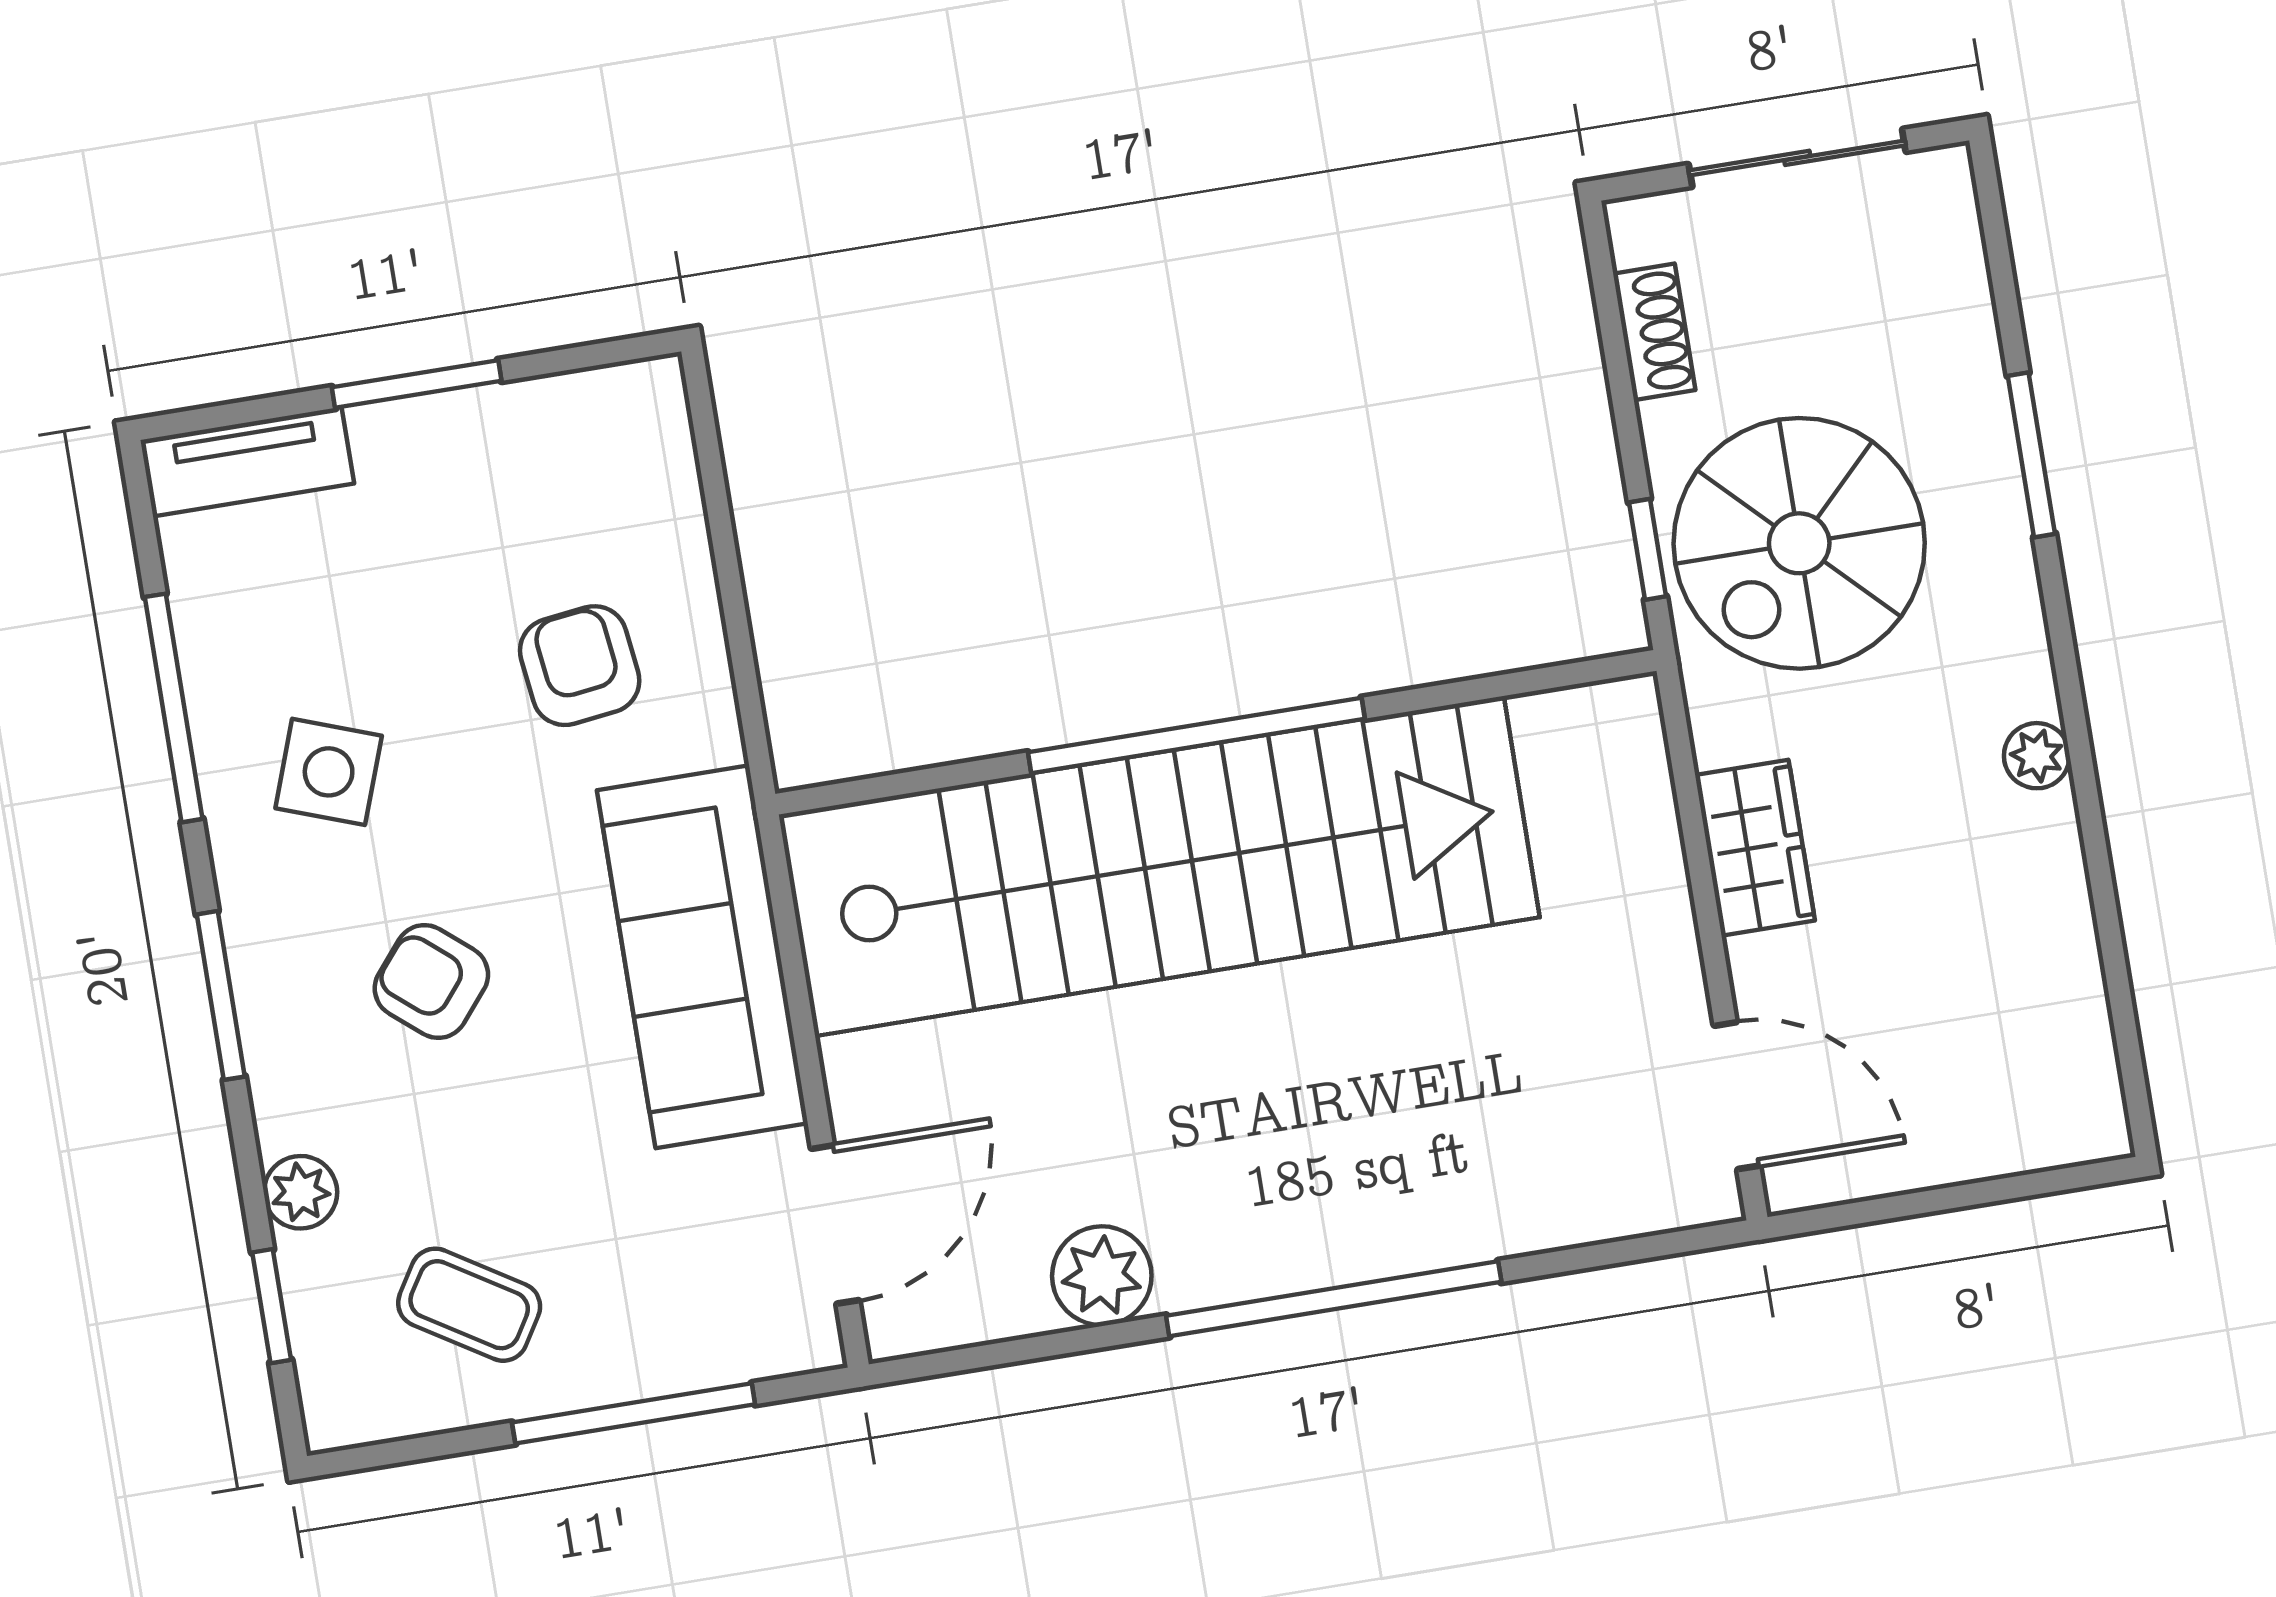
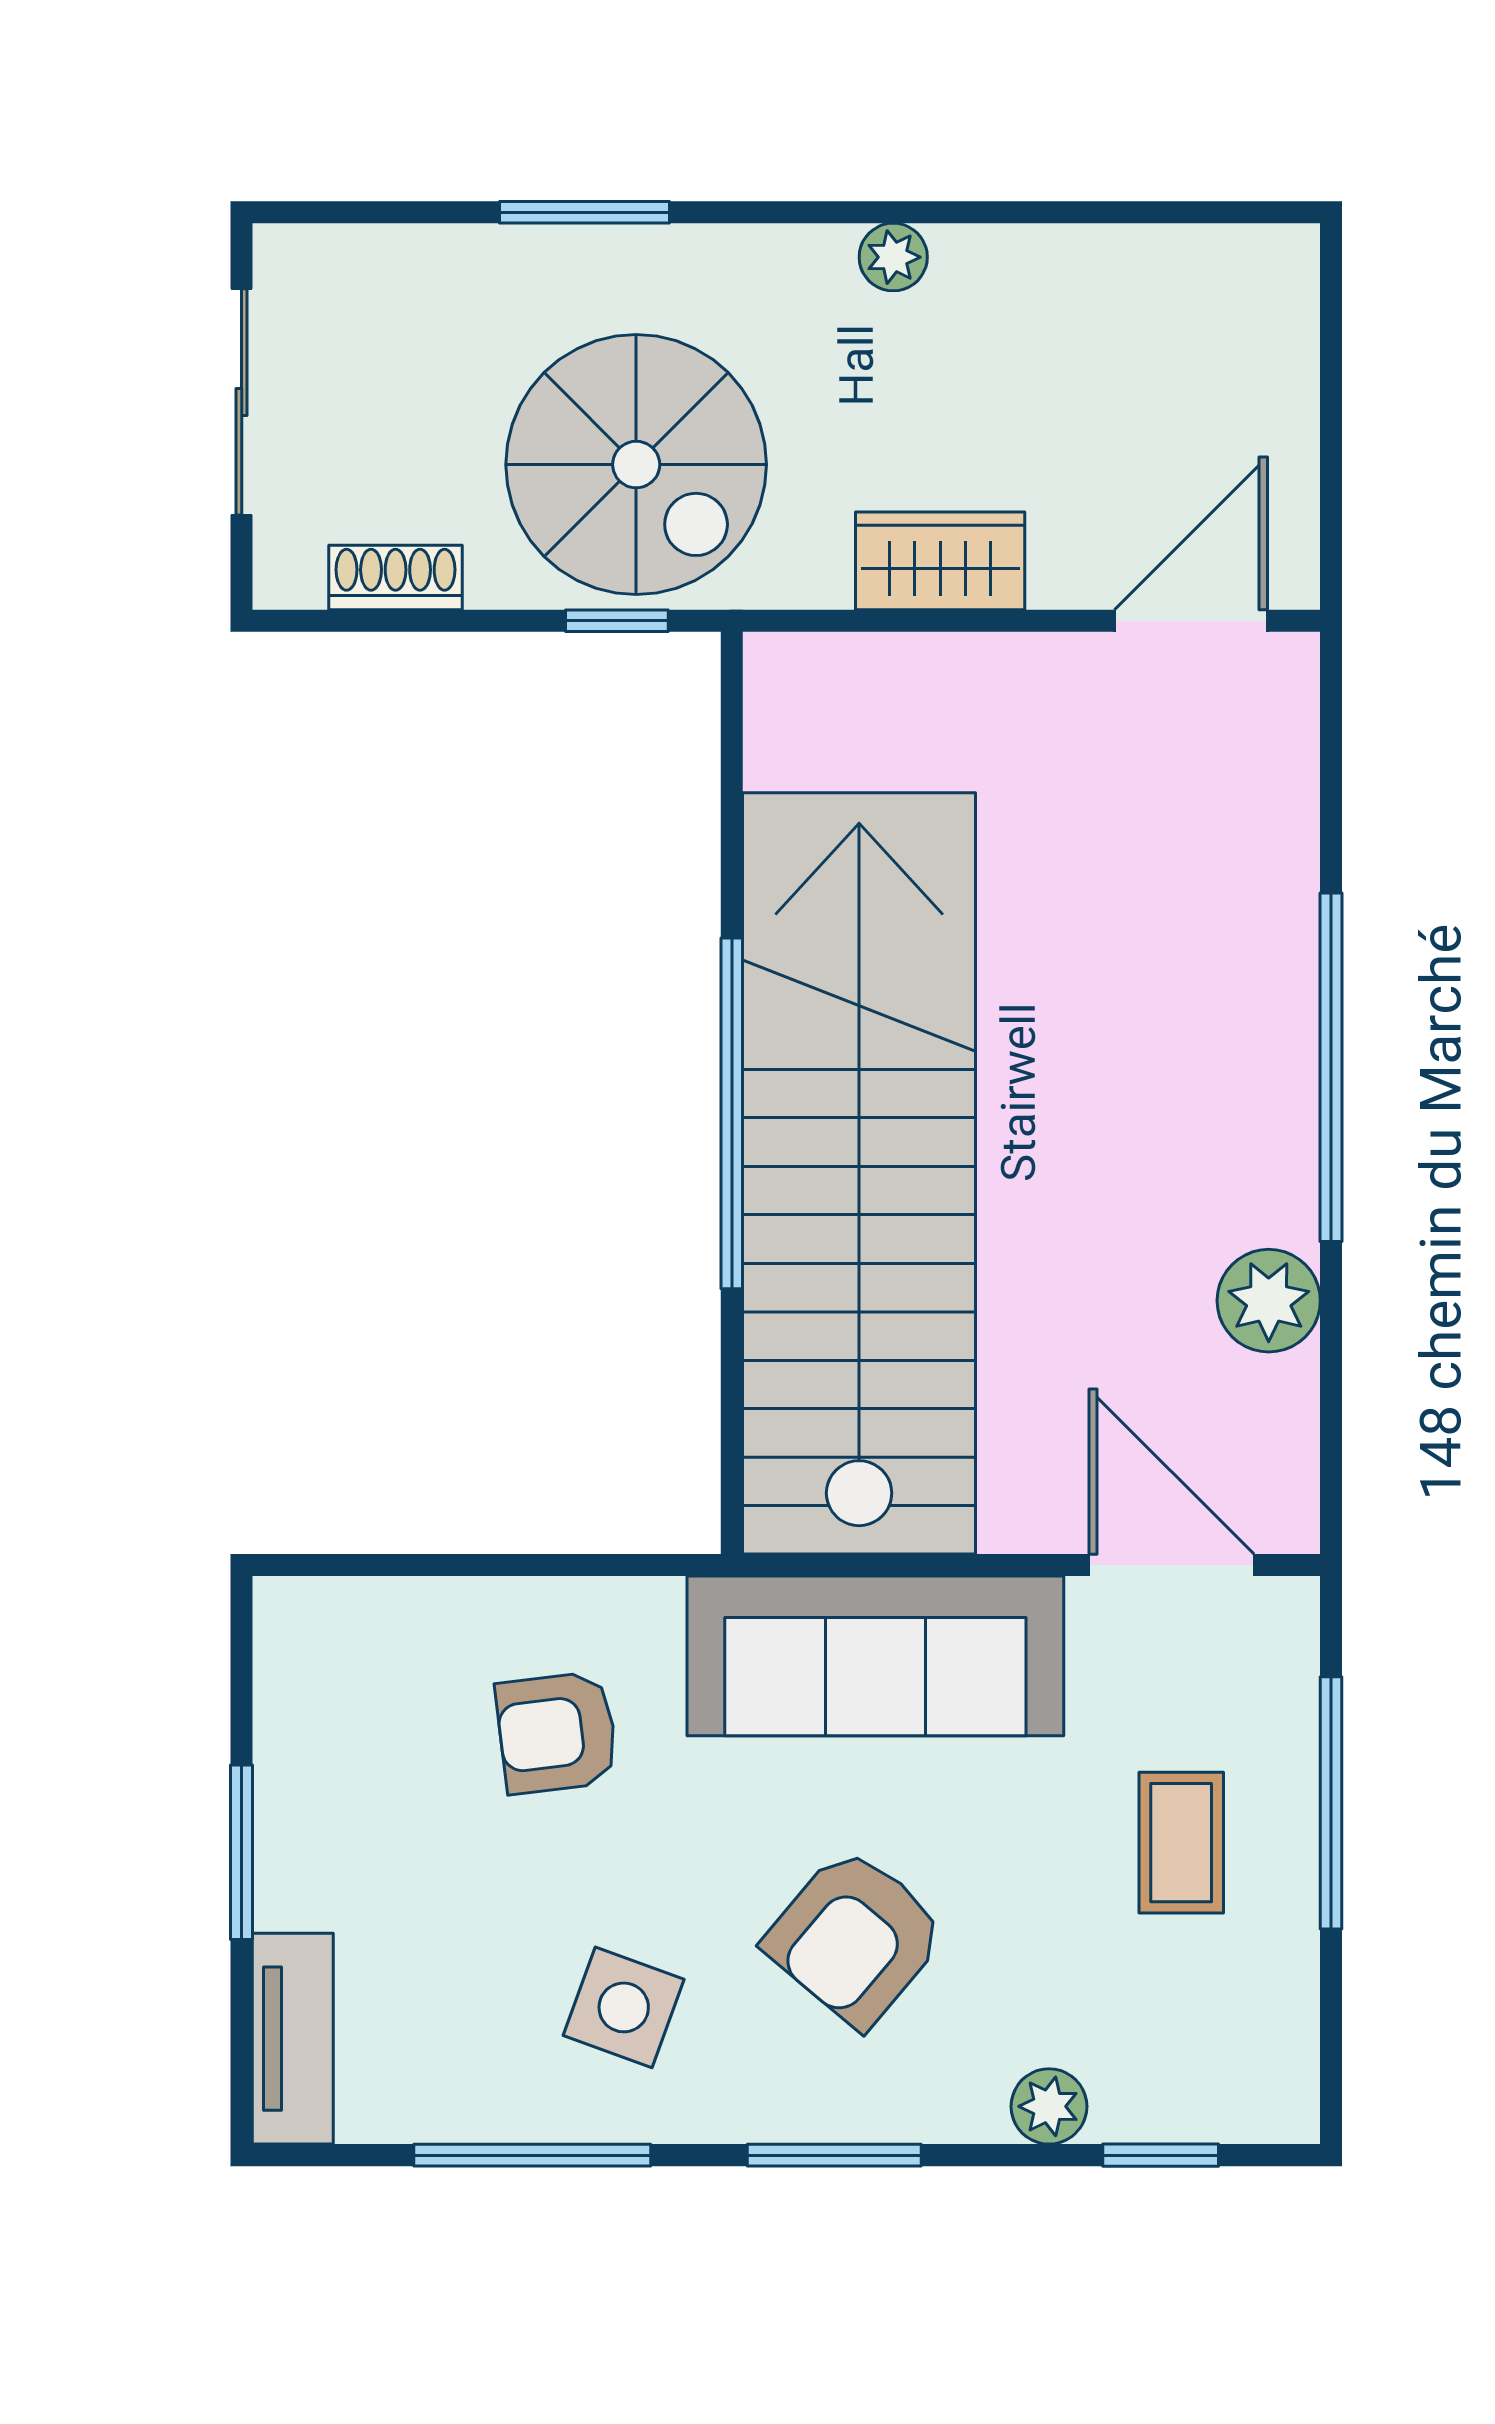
armchair: (431, 982) -> (855, 1937), width x1.38, depth x1.38
coffee table: (469, 1305) -> (1181, 1843), moved, turned -32

